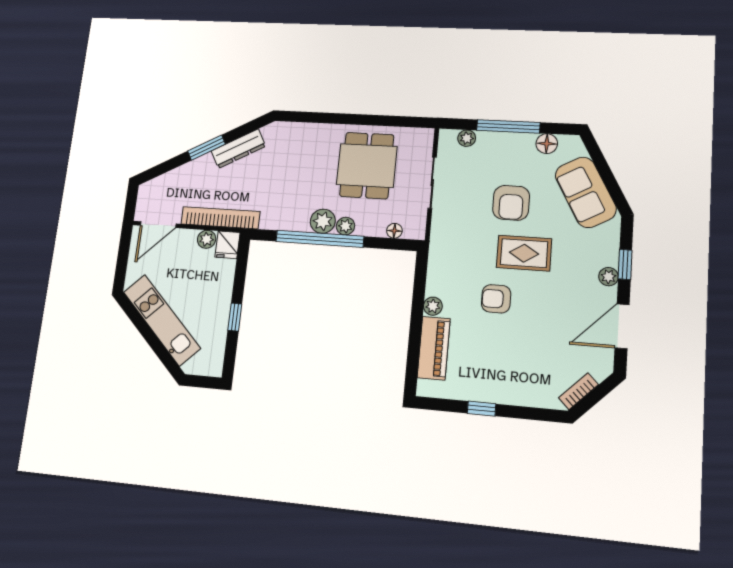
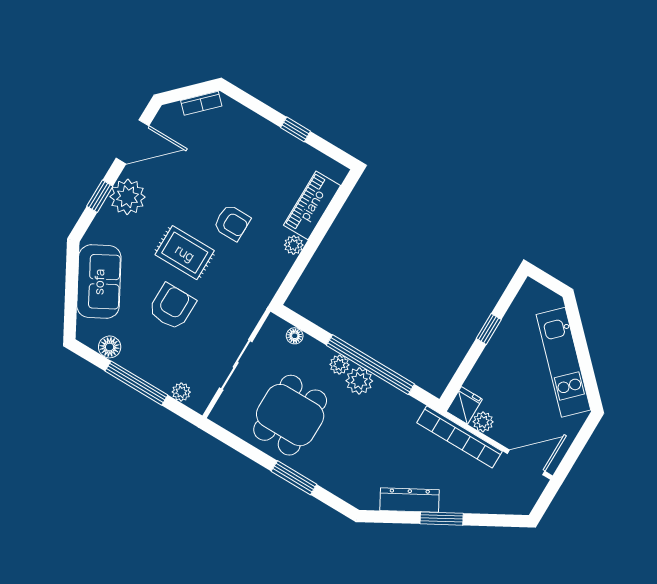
window: (340, 119) -> (294, 478), added
plant: (609, 277) -> (128, 197), width x1.88, depth x1.88

